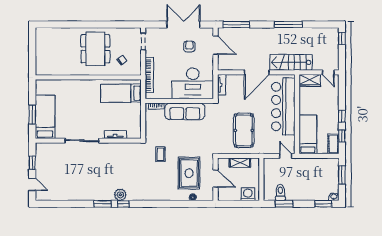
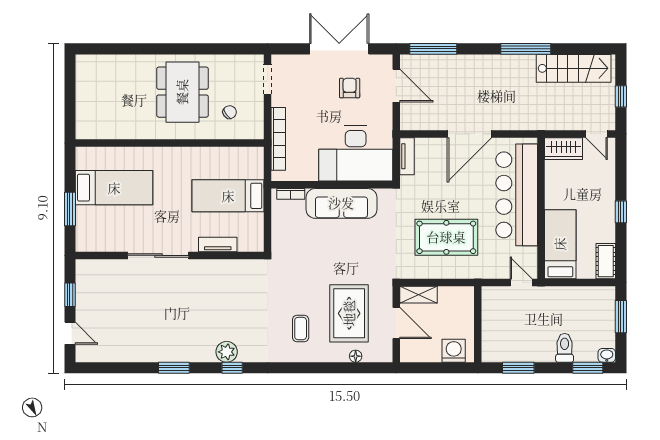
window: (342, 38) -> (621, 96), moved
stairs: (291, 62) -> (574, 68), moved, turned 180
bed: (121, 93) -> (228, 196), moved
bed: (45, 117) -> (114, 188), moved, turned 90
pool table: (244, 130) -> (446, 237), turned 90
window: (342, 136) -> (621, 247), removed
coffee table: (160, 154) -> (301, 329), moved
shelving: (240, 163) -> (418, 295), moved
toilet: (280, 193) -> (565, 348), moved
window: (103, 204) -> (174, 368), moved

